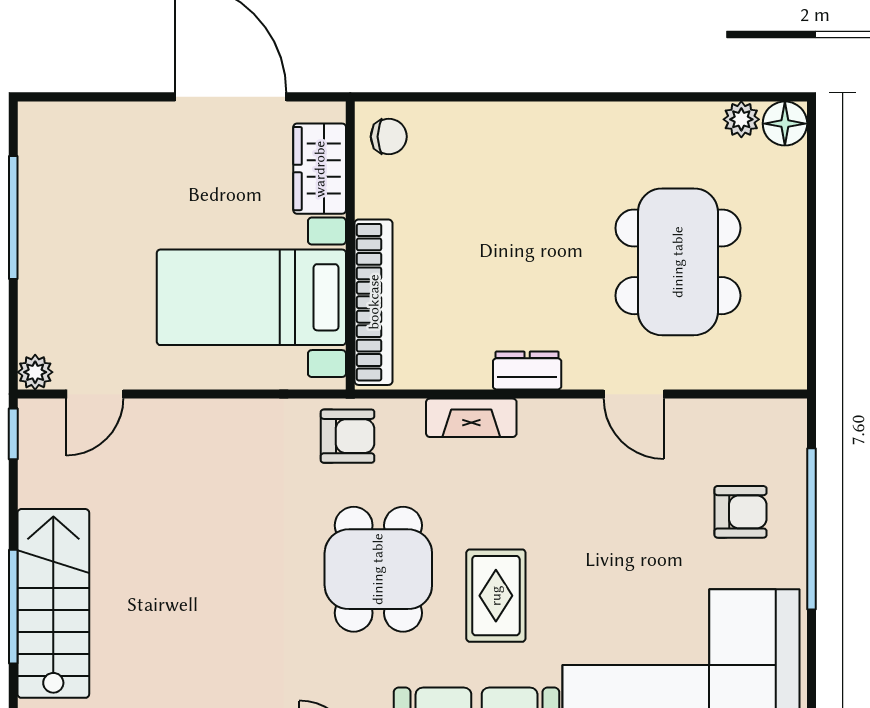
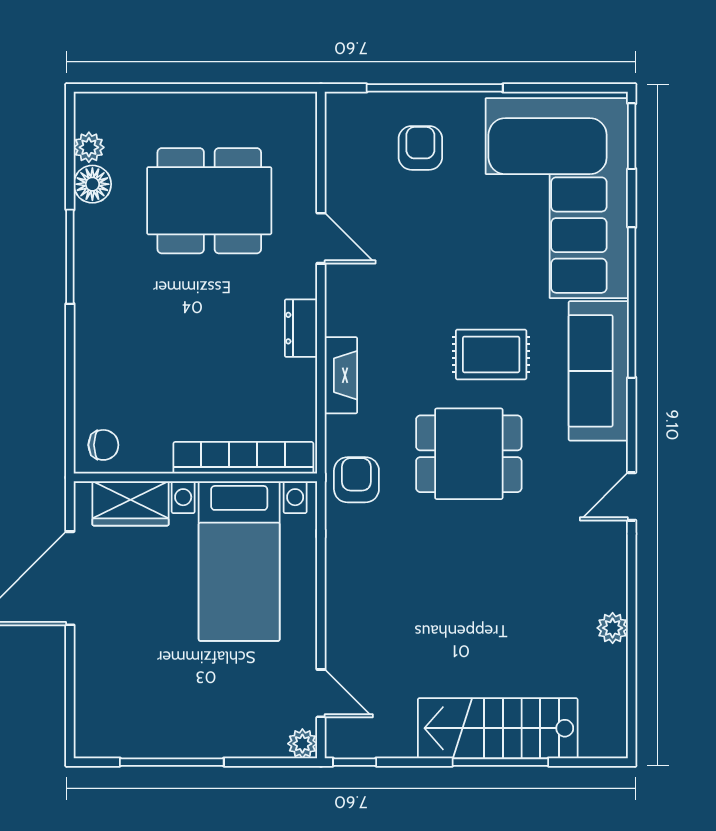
window: (612, 97) -> (70, 257), added
floor lamp: (785, 124) -> (92, 184), moved
chair: (389, 137) -> (103, 445), turned 90
door: (634, 394) -> (321, 238), hinge flipped

